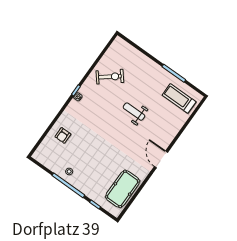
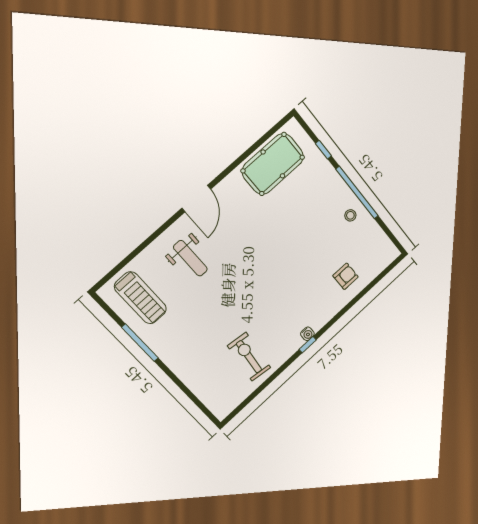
exercise bike: (110, 77) -> (249, 357), turned 46
weight bench: (134, 112) -> (190, 258), moved

